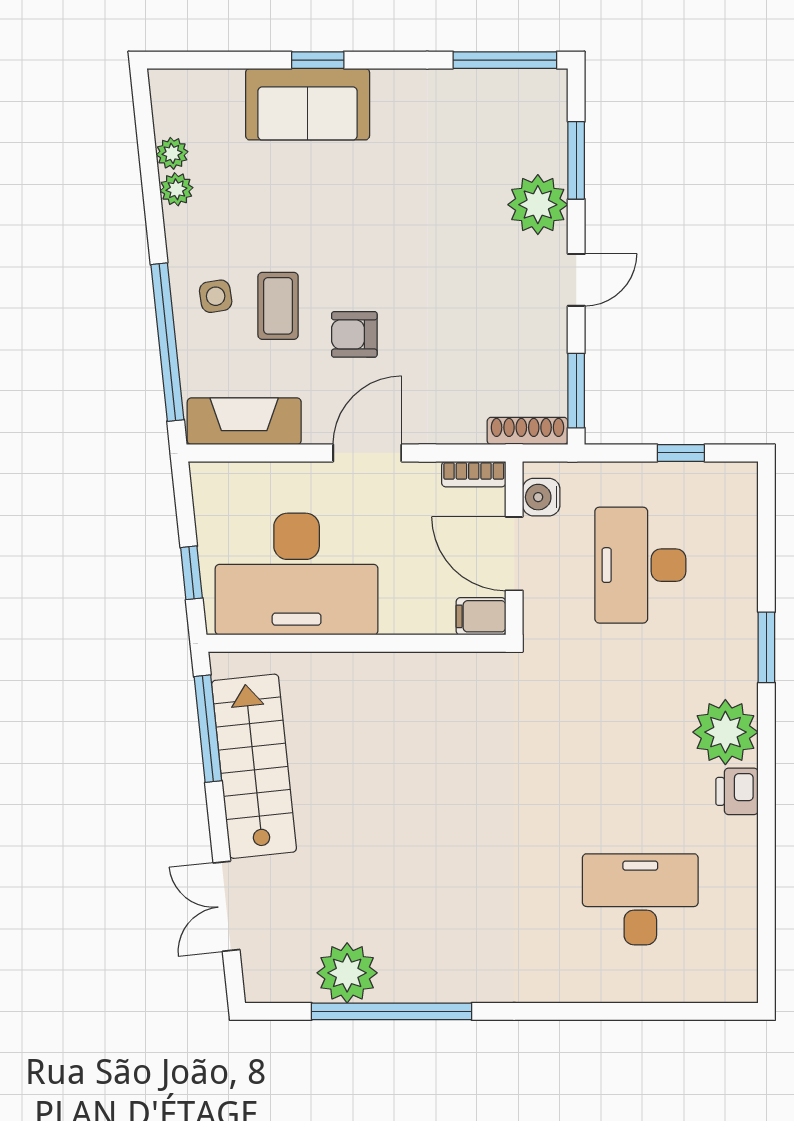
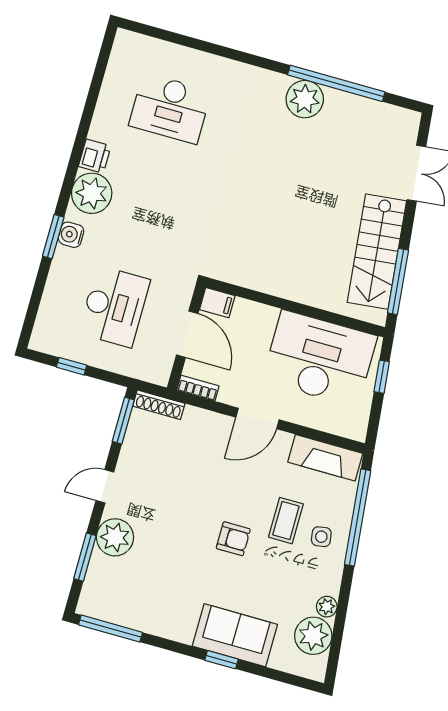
plant: (172, 153) -> (313, 636), width x1.87, depth x1.87
armchair: (354, 334) -> (233, 539), moved
water cooler: (541, 497) -> (71, 235), moved, turned 180
plant: (347, 973) -> (305, 99), moved

